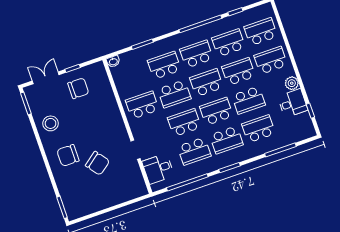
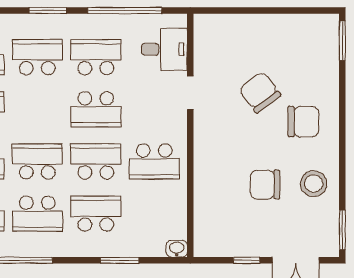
school desk: (164, 65) -> (96, 214), turned 180
school desk: (206, 83) -> (37, 161), turned 180
chair: (78, 88) -> (265, 185), moved
school desk: (216, 111) -> (37, 109), removed

